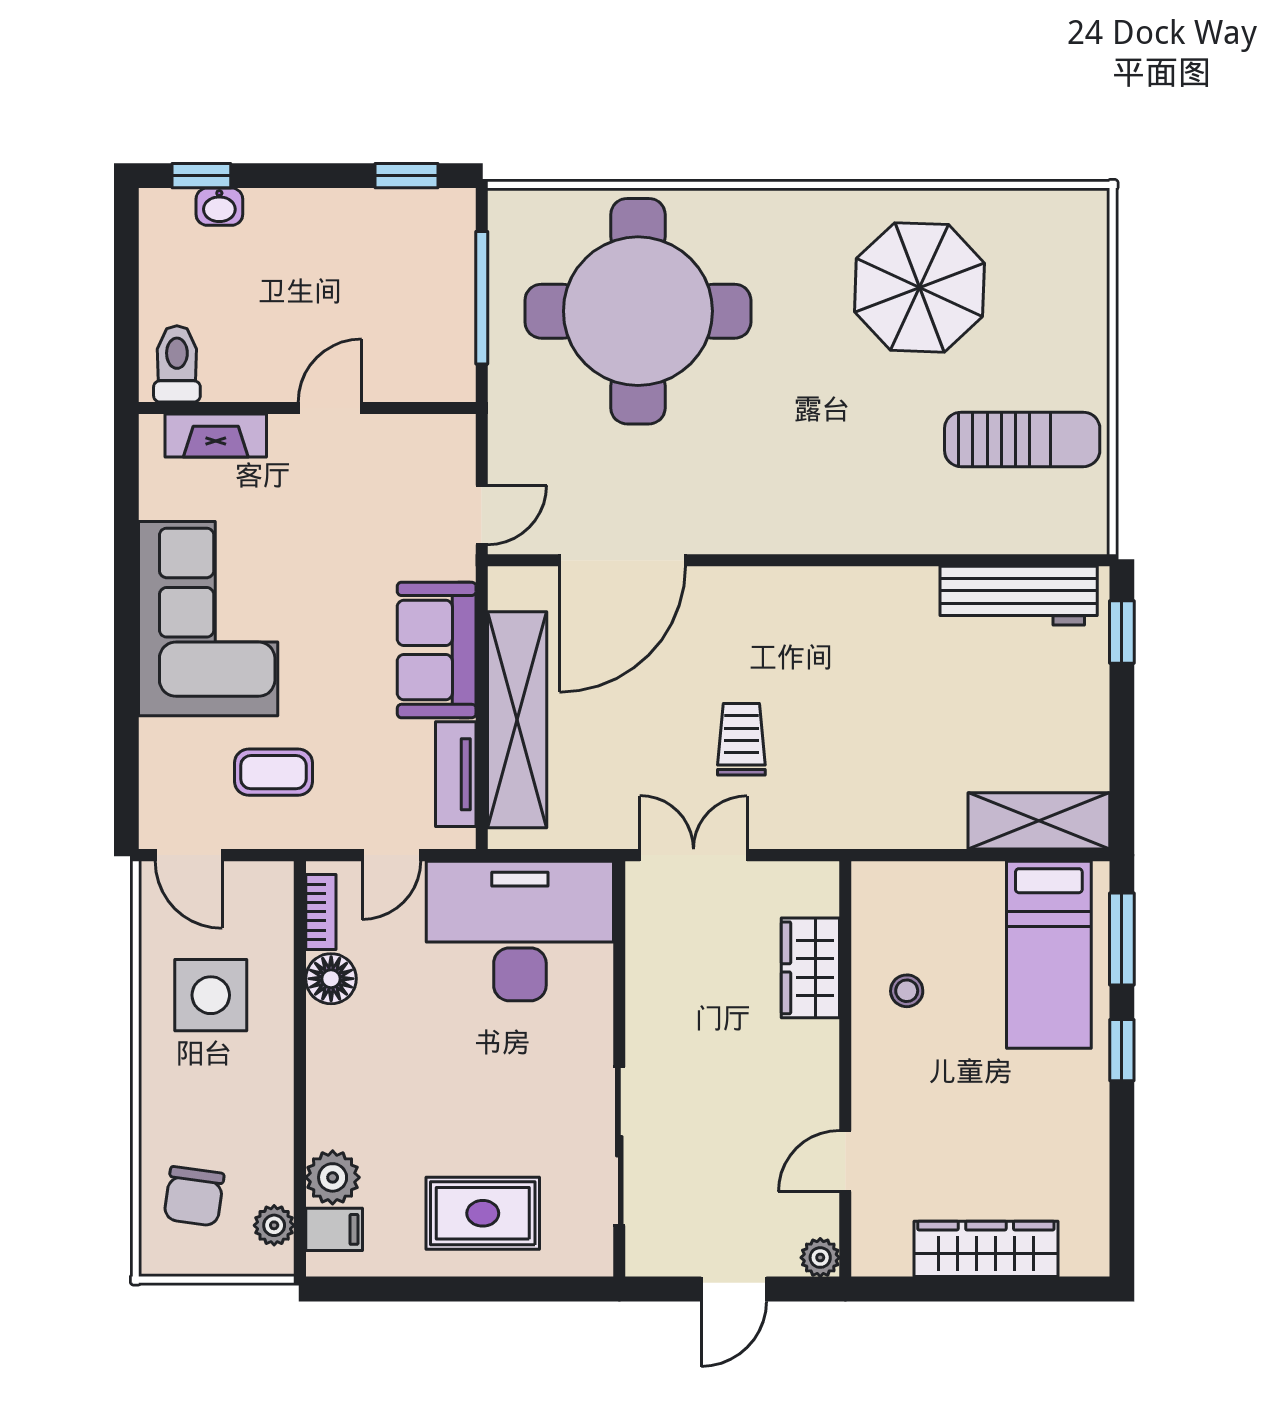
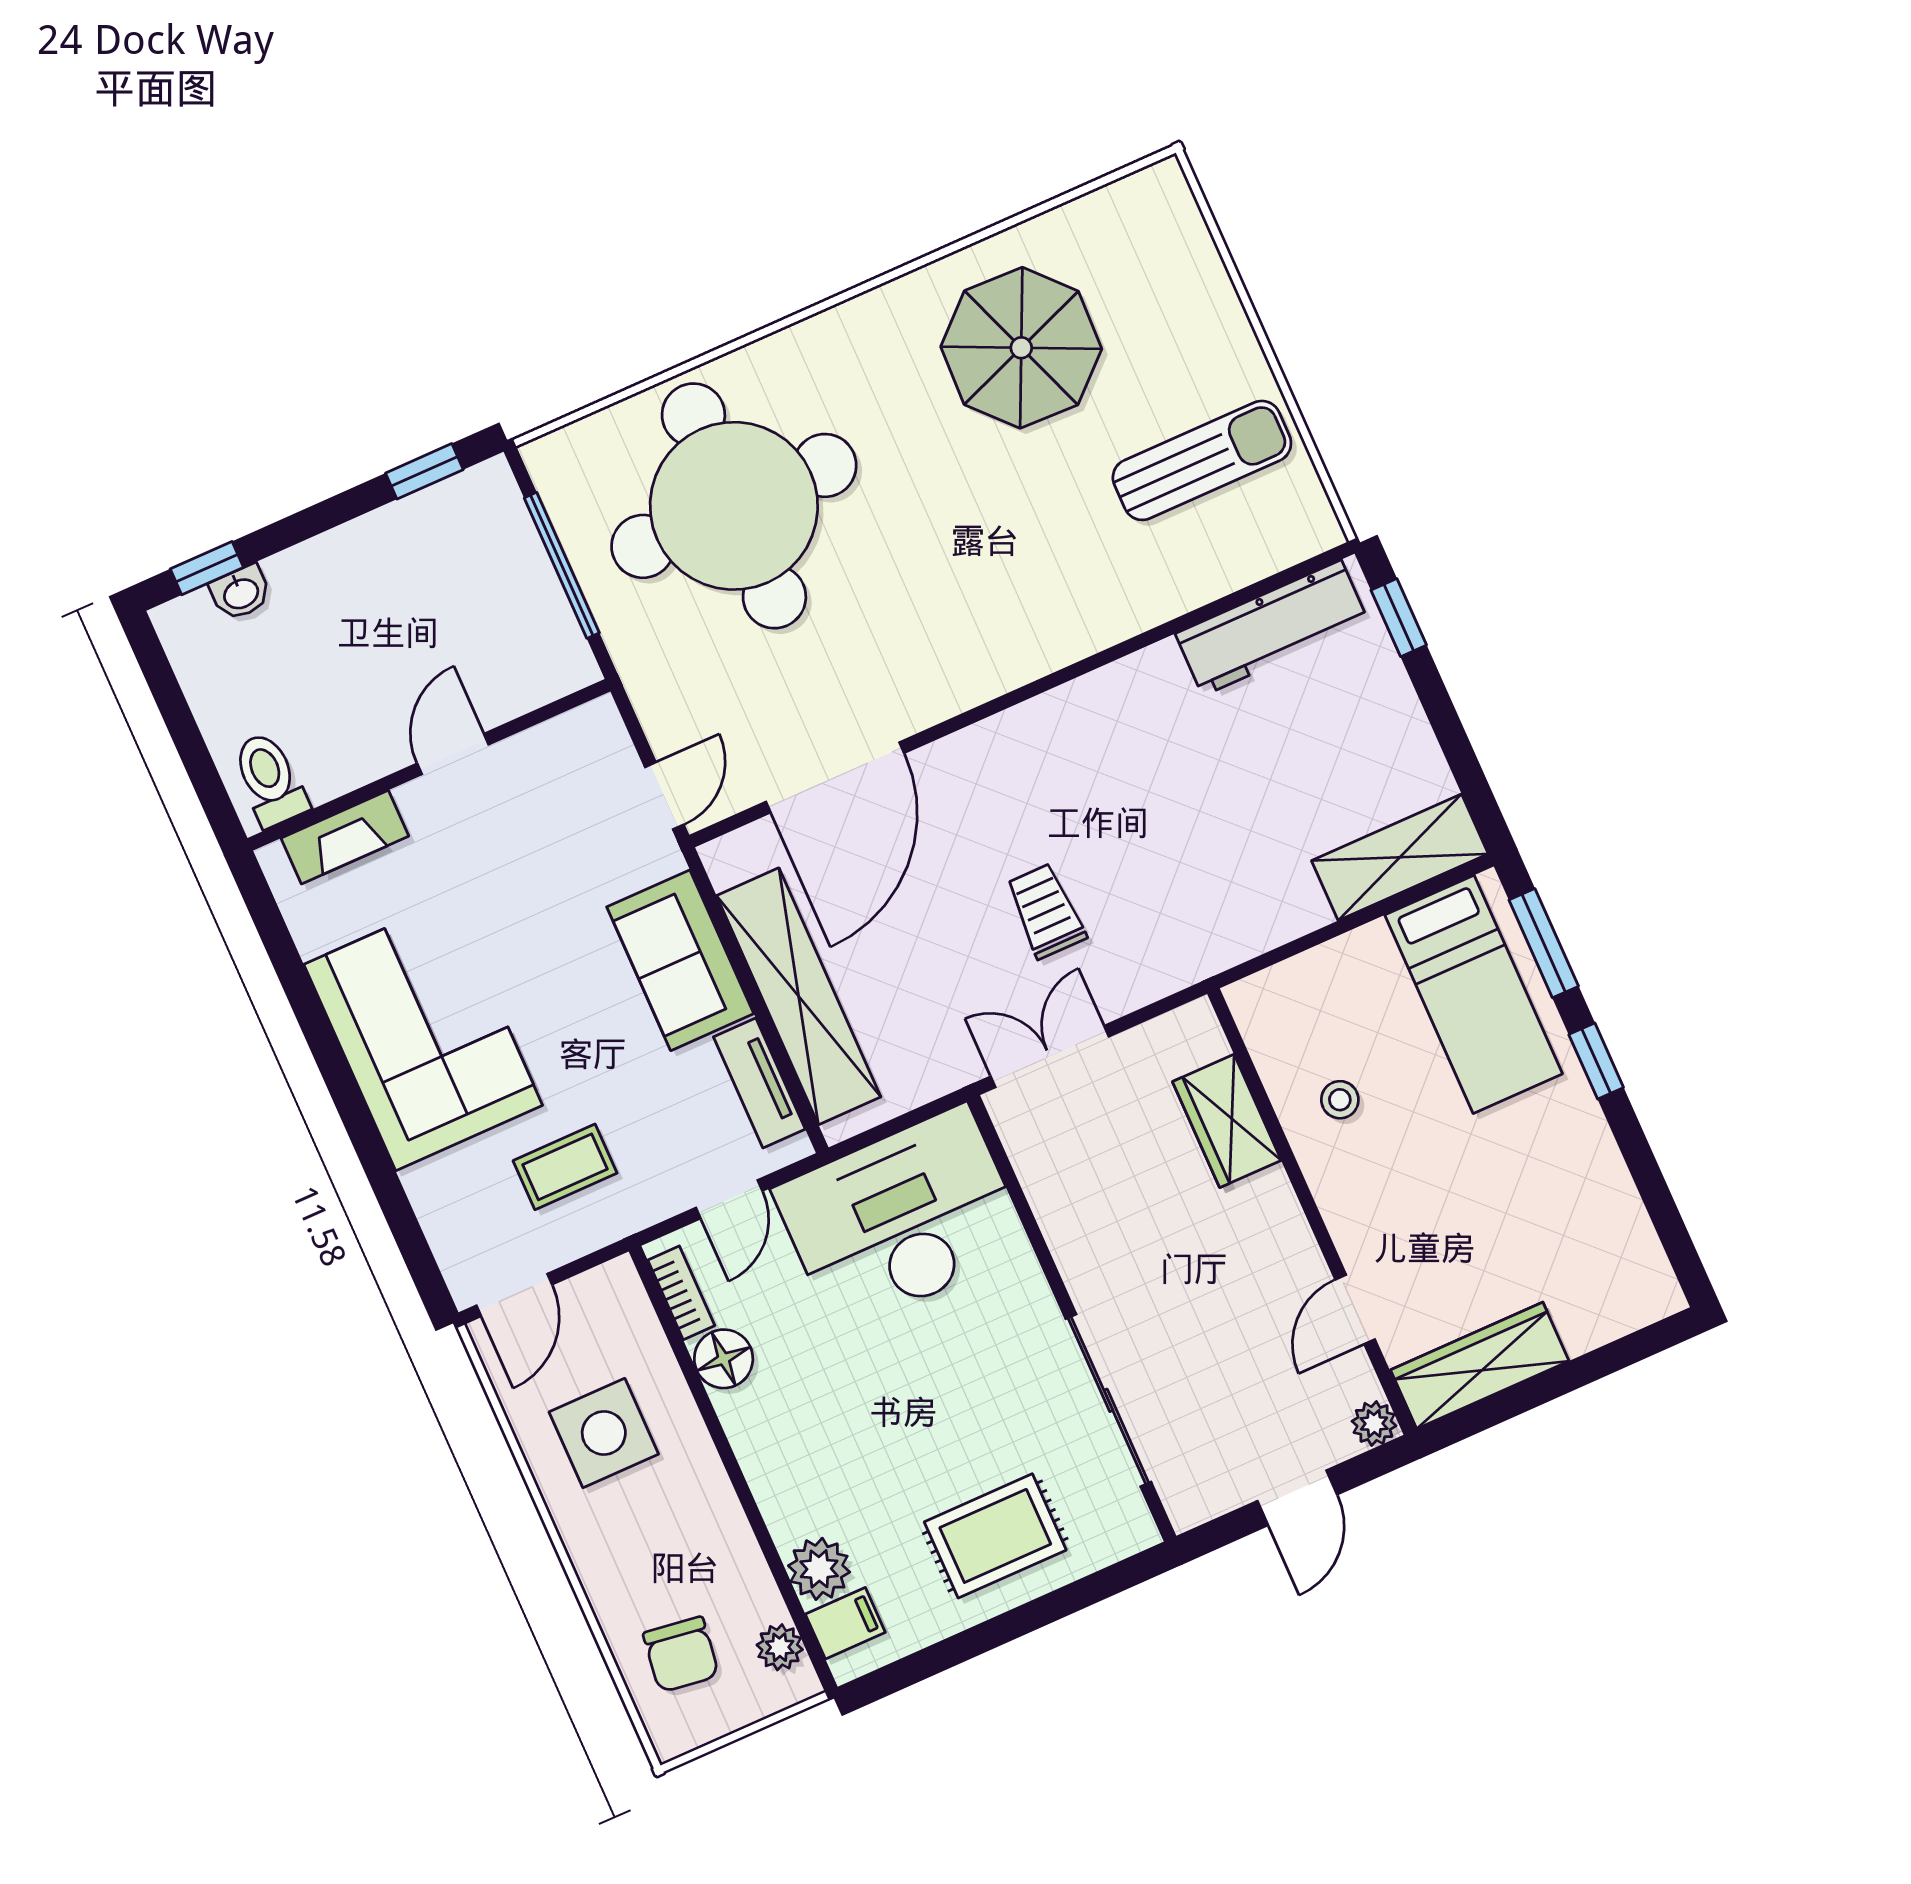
door: (189, 855) -> (514, 1295), hinge flipped
wardrobe: (986, 1249) -> (1480, 1366), moved

